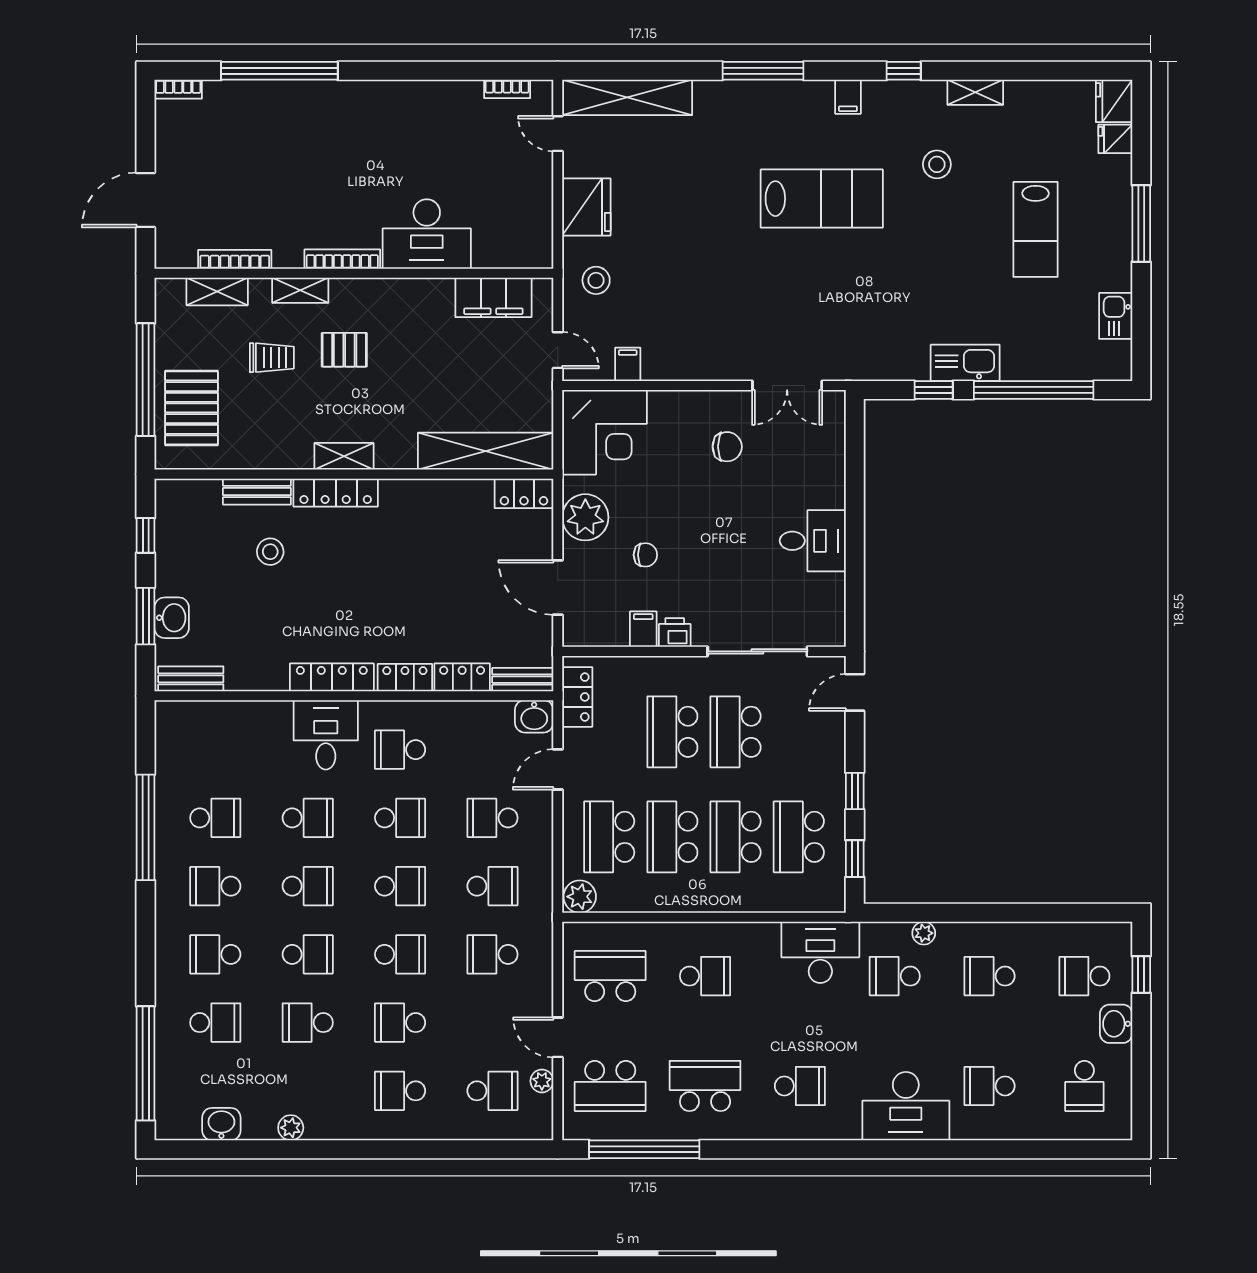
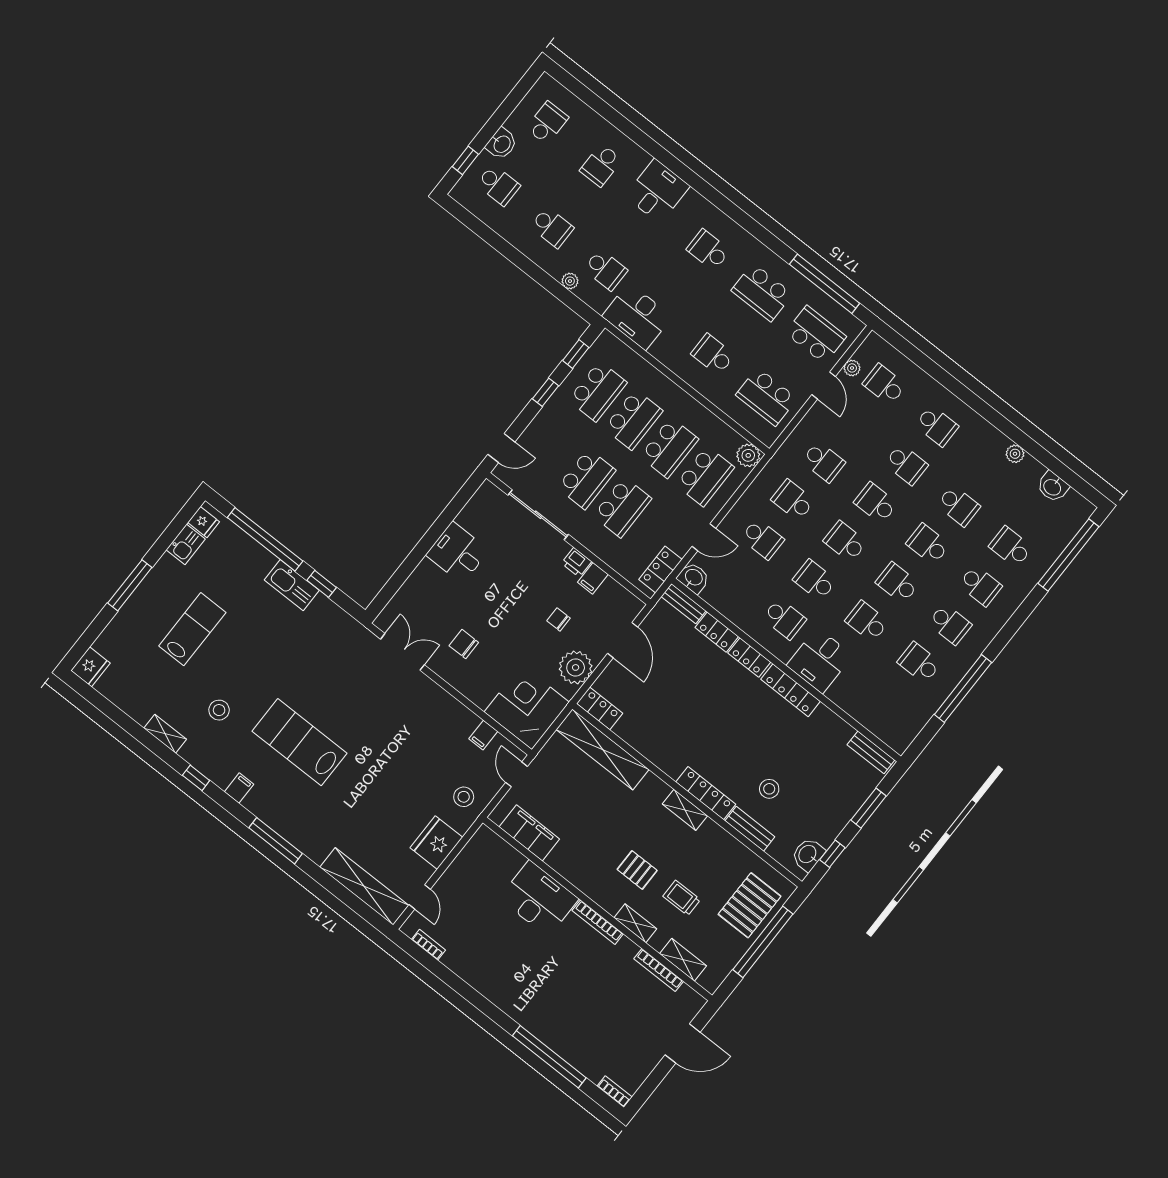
fridge: (1115, 139) -> (204, 522), moved
washbasin: (172, 618) -> (808, 854), moved
school desk: (990, 1086) -> (601, 165), turned 90
desk: (906, 1106) -> (657, 191), width x0.73

